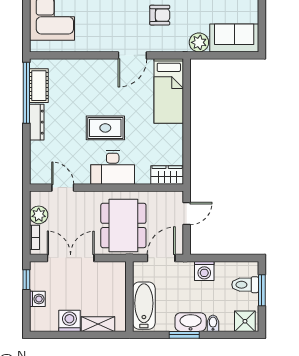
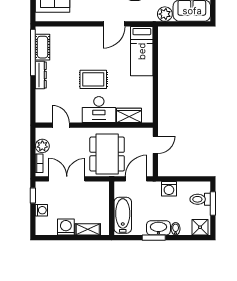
wardrobe: (167, 175) -> (129, 115), moved

